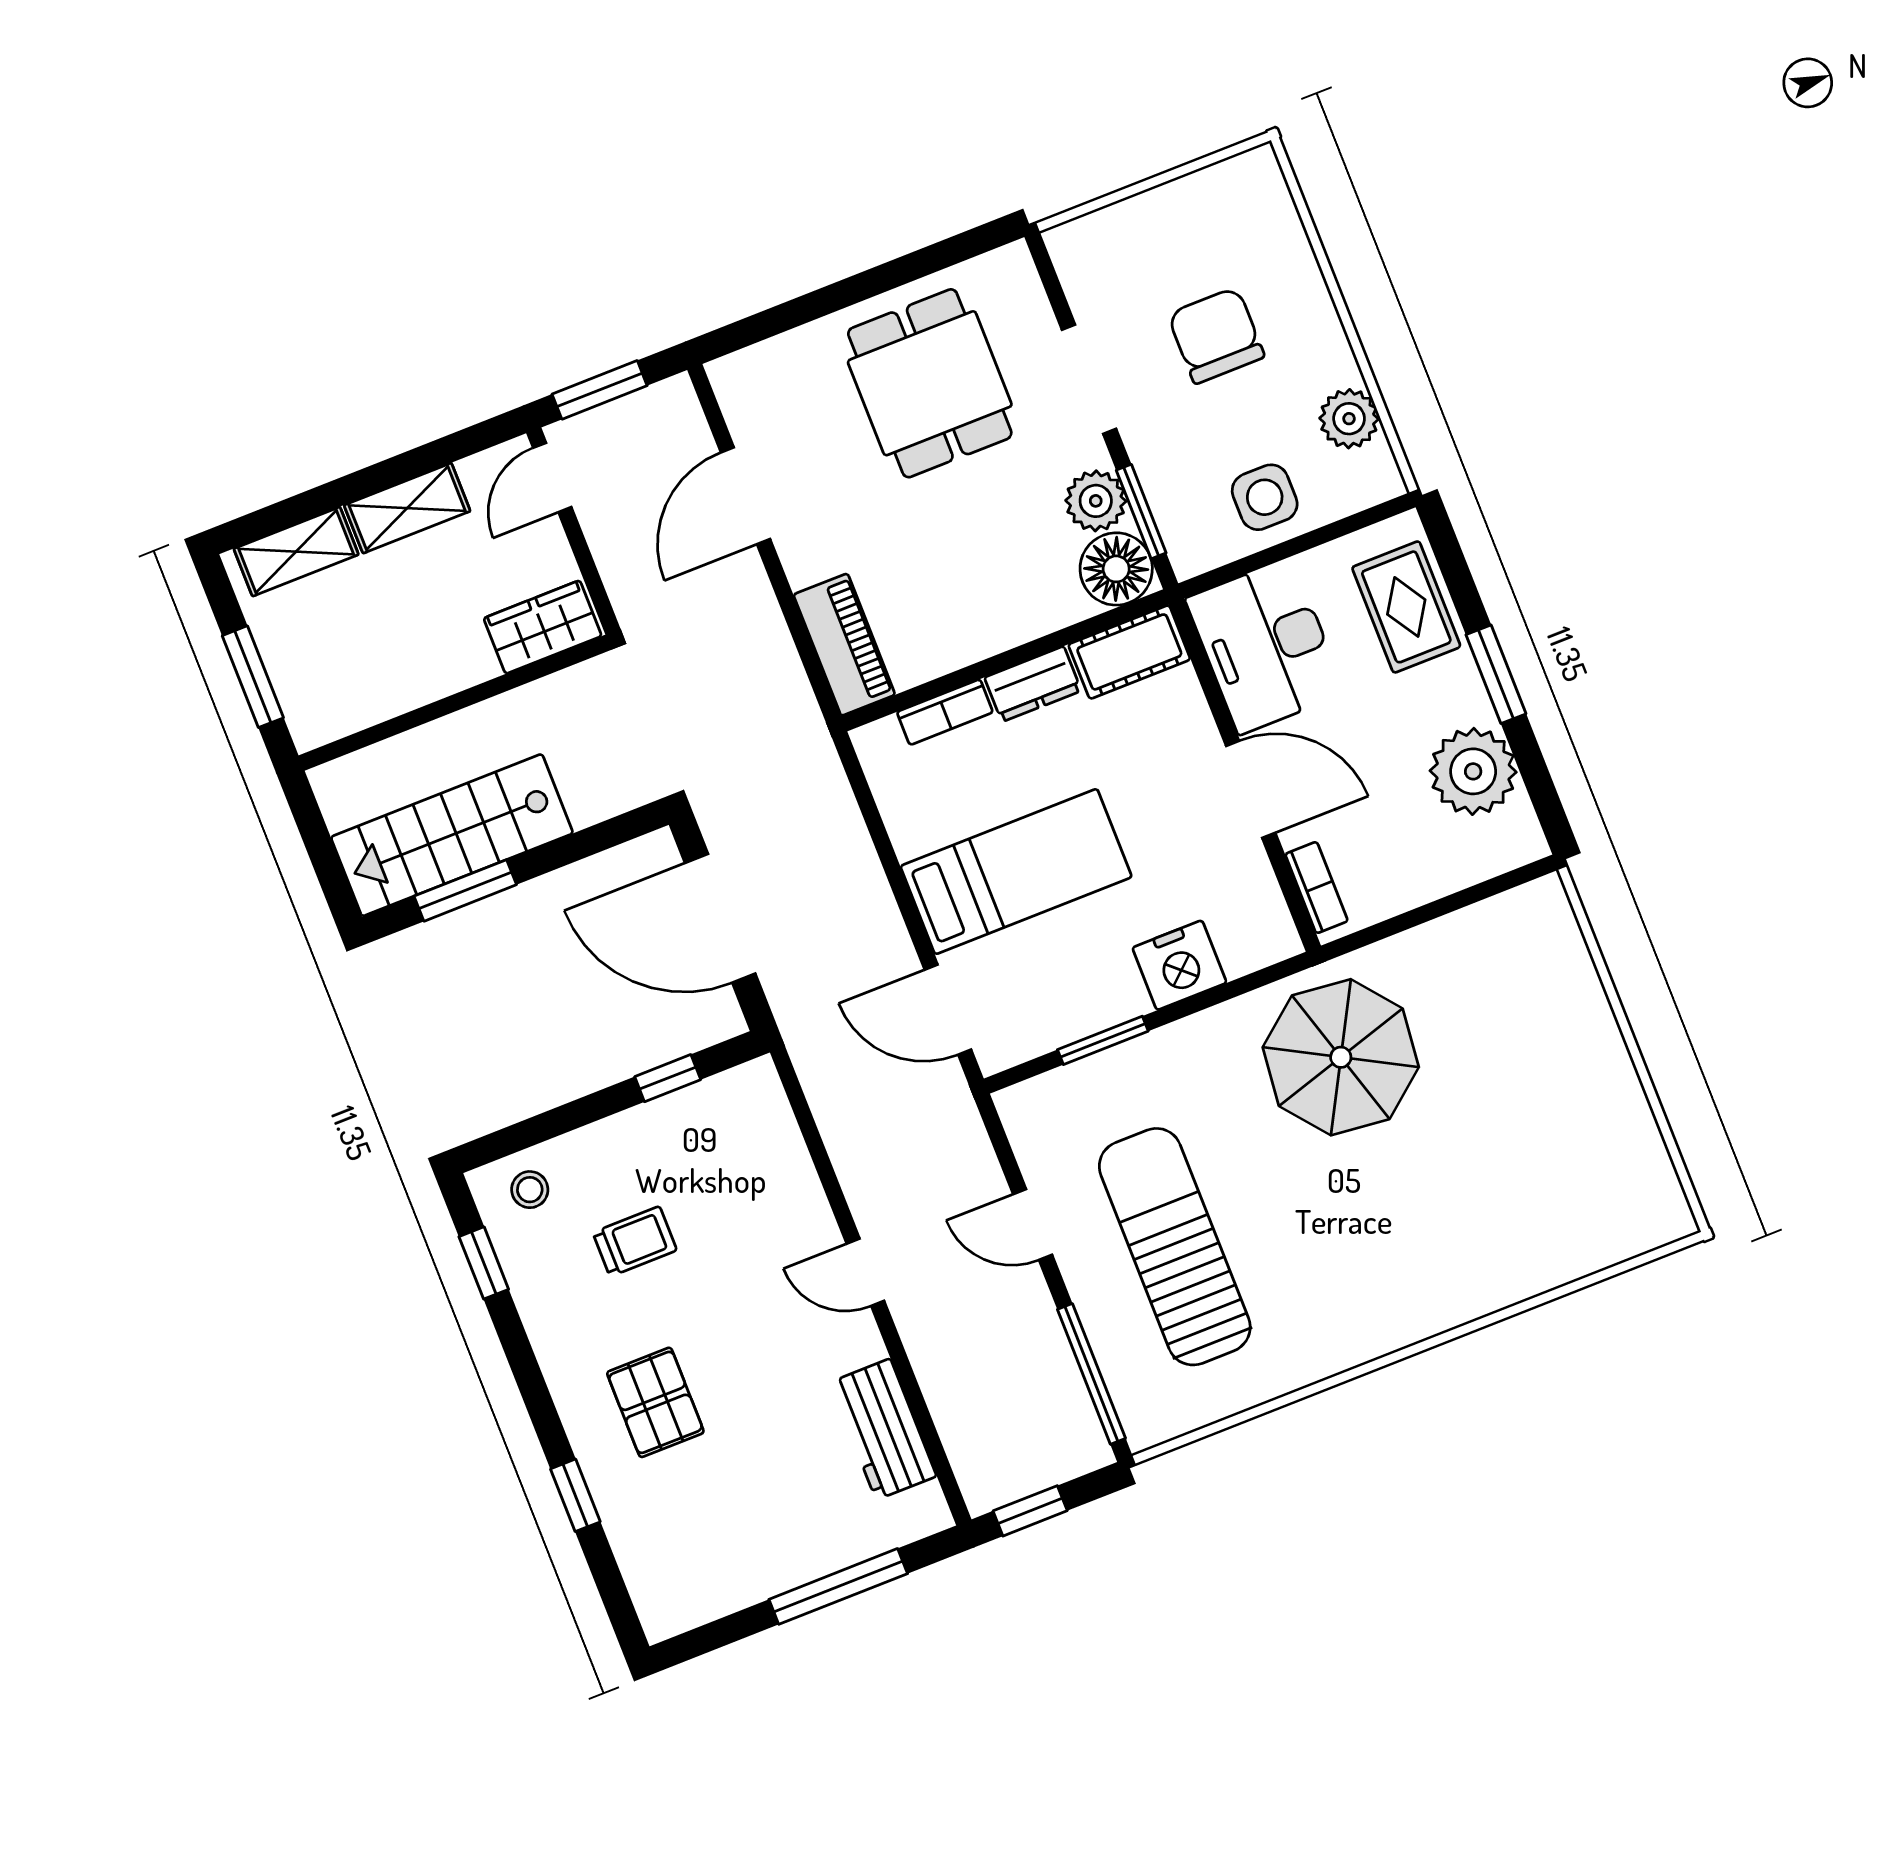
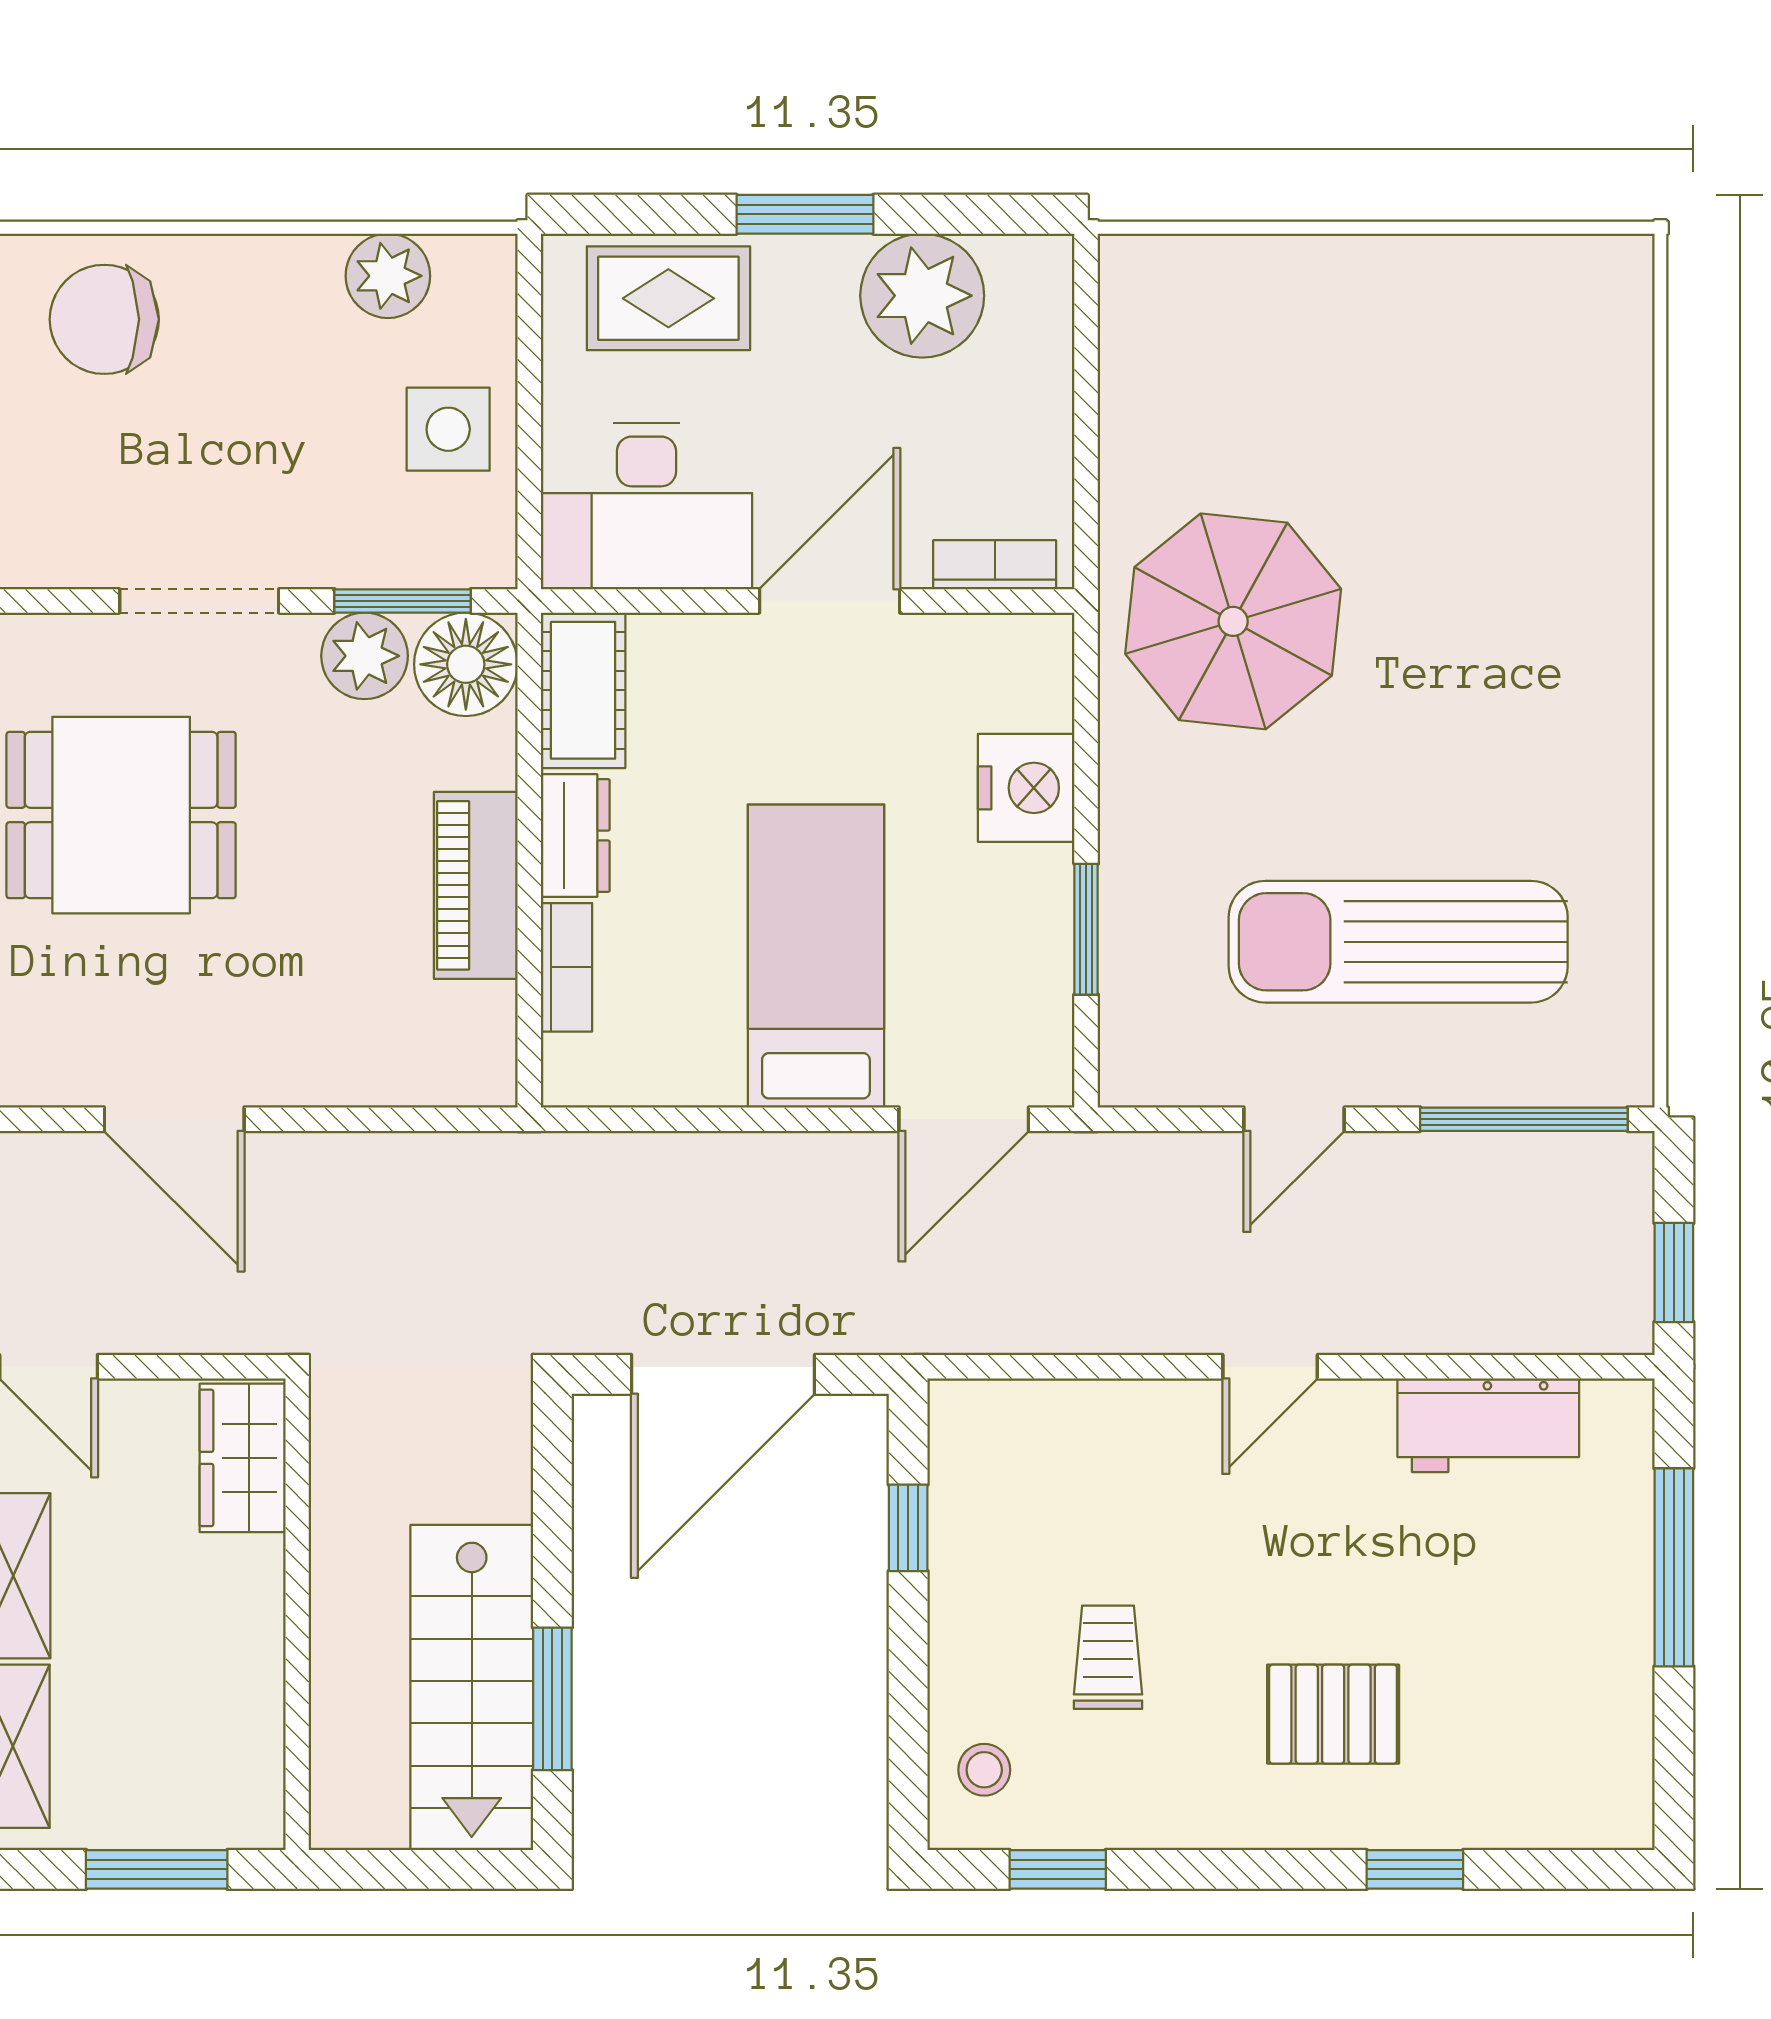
chair: (1216, 336) -> (104, 319), moved
piano: (844, 645) -> (476, 885), moved, turned -90

